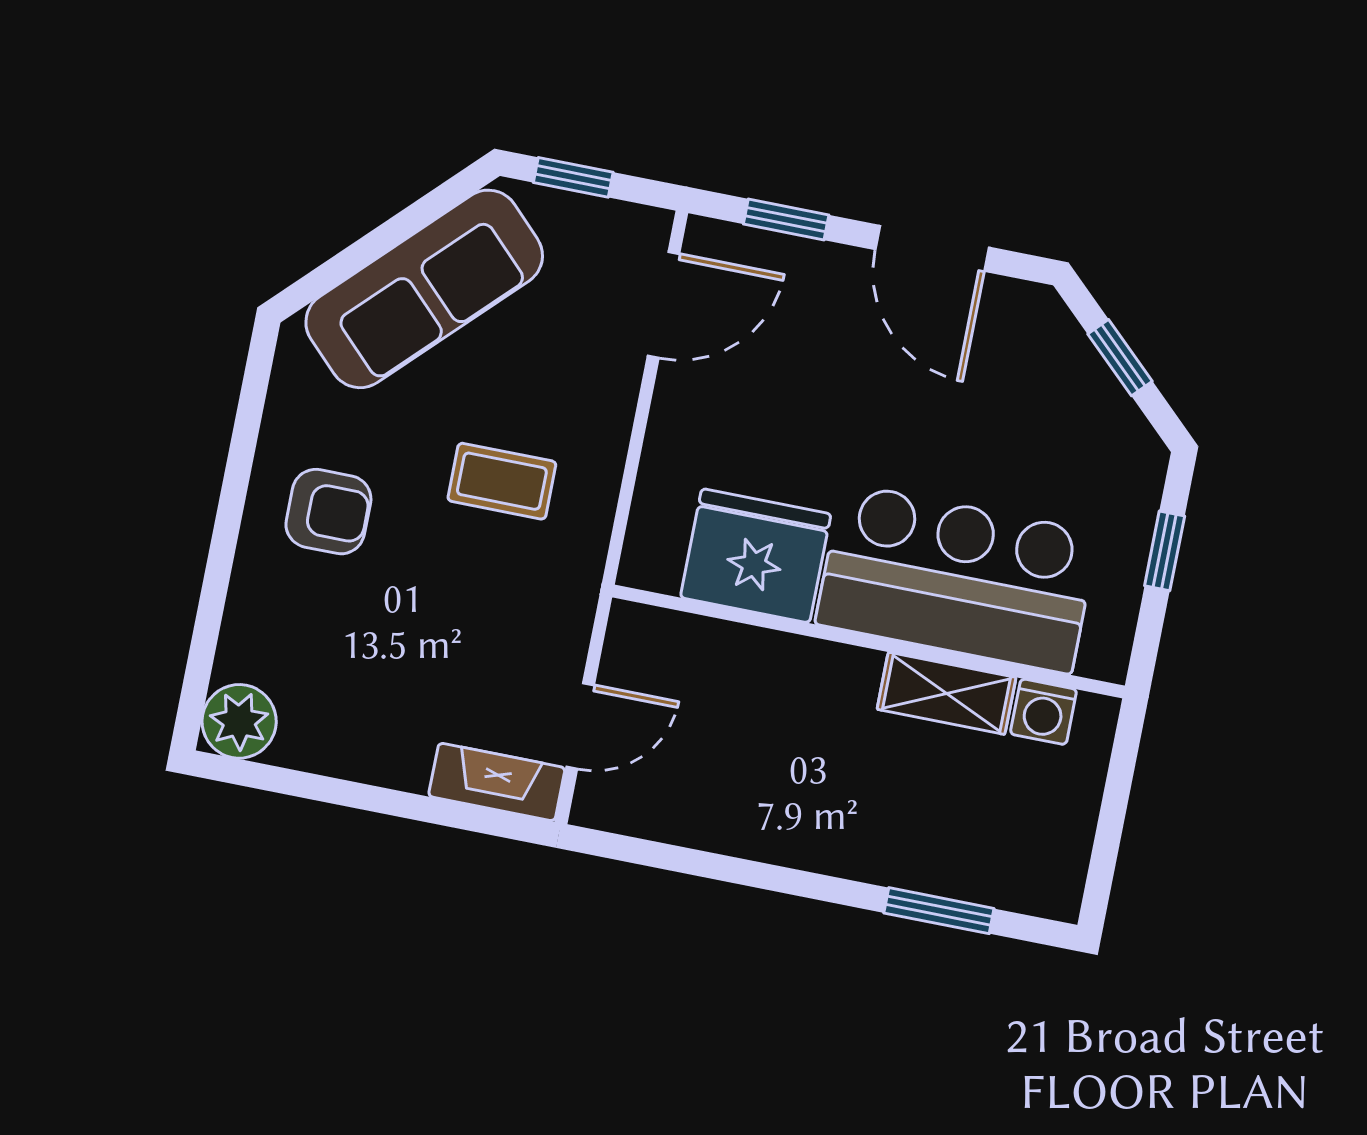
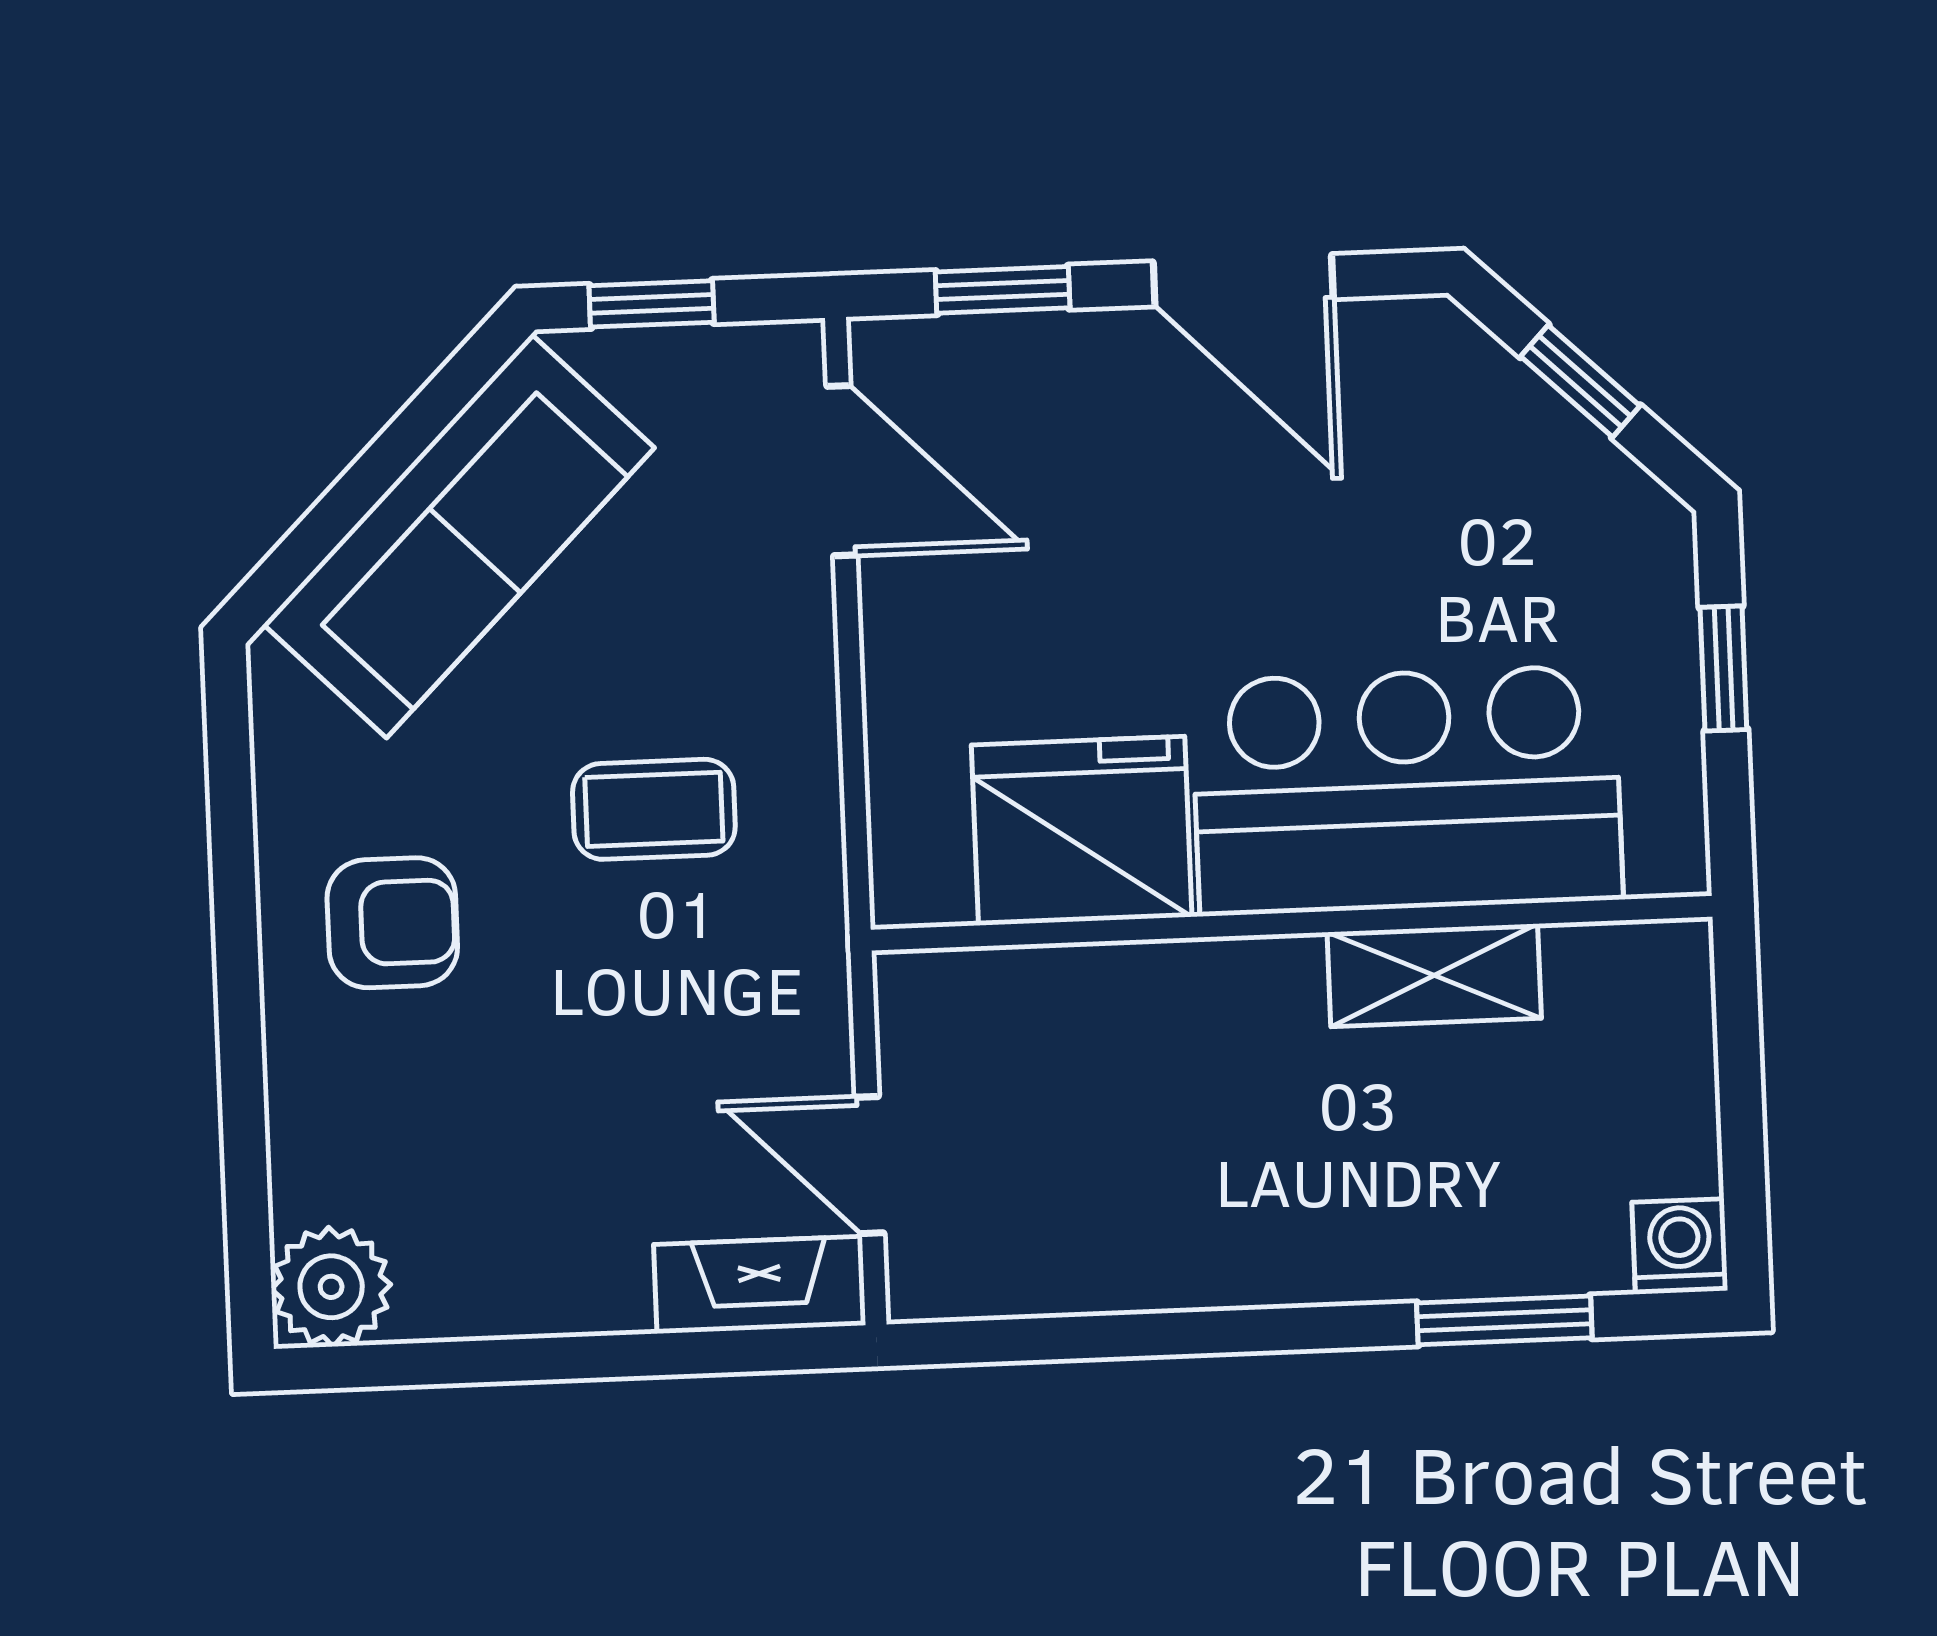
door: (664, 305) -> (842, 471), hinge flipped
washing machine: (1043, 712) -> (1680, 1246), moved, turned 180
door: (580, 726) -> (870, 1165), swing flipped

